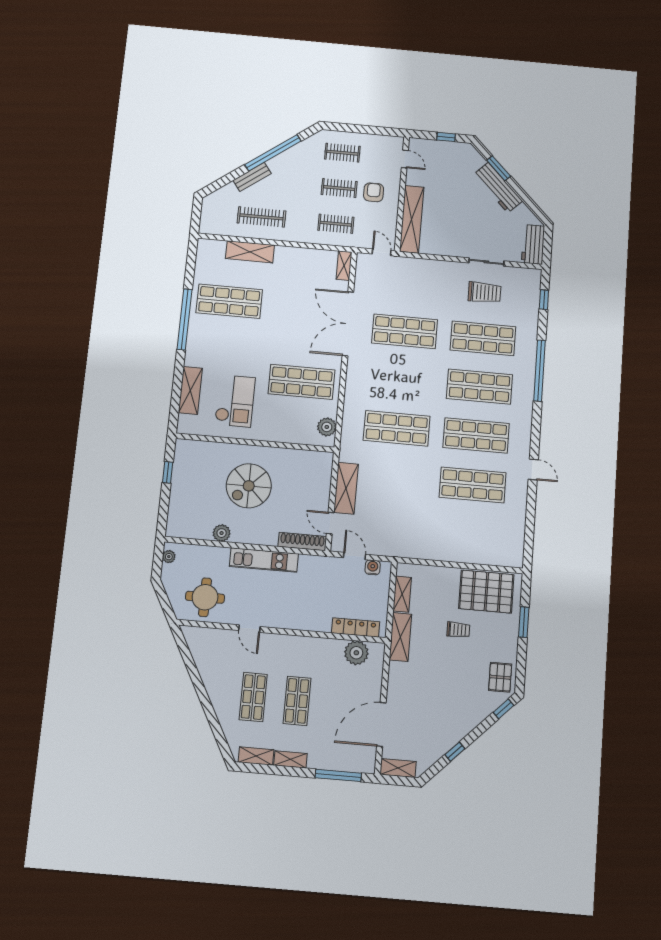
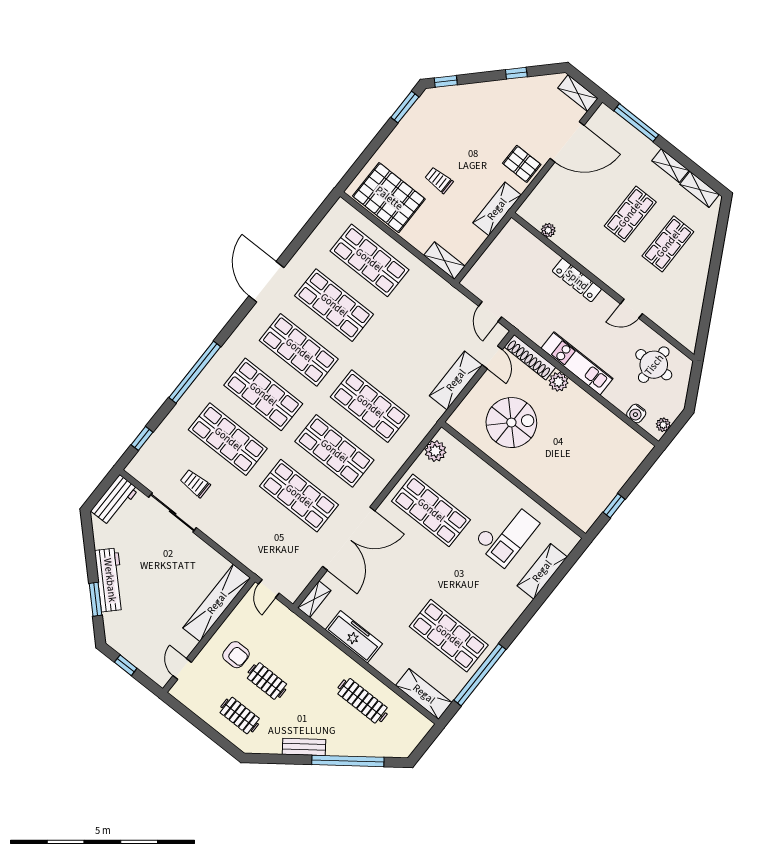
window: (273, 153) -> (348, 761), moved
bench: (252, 177) -> (304, 747), moved
armchair: (374, 192) -> (236, 655), turned -90
clothes rail: (336, 224) -> (294, 647), removed
shelving: (250, 252) -> (424, 694), moved
freezer: (298, 257) -> (354, 637), added
sliding door: (486, 262) -> (173, 512), width x1.37
trolley: (485, 292) -> (195, 483), width x0.73, depth x0.72
window: (185, 319) -> (480, 675), moved
shop shelf: (401, 379) -> (334, 451), added
checkout: (235, 401) -> (506, 533), turned 180
door: (533, 469) -> (266, 282), width x1.87
spiral stairs: (249, 486) -> (511, 423), moved
plant: (222, 533) -> (559, 382), moved
shop shelf: (469, 535) -> (369, 260), added
water cooler: (373, 567) -> (636, 414), moved
shelving: (402, 594) -> (444, 261), moved, turned 90
window: (524, 622) -> (405, 107), moved
locker: (356, 627) -> (577, 280), moved
door: (249, 629) -> (631, 309), swing flipped
plant: (356, 653) -> (548, 230), width x0.53, depth x0.53
pallet: (500, 677) -> (522, 164), moved, turned 90

